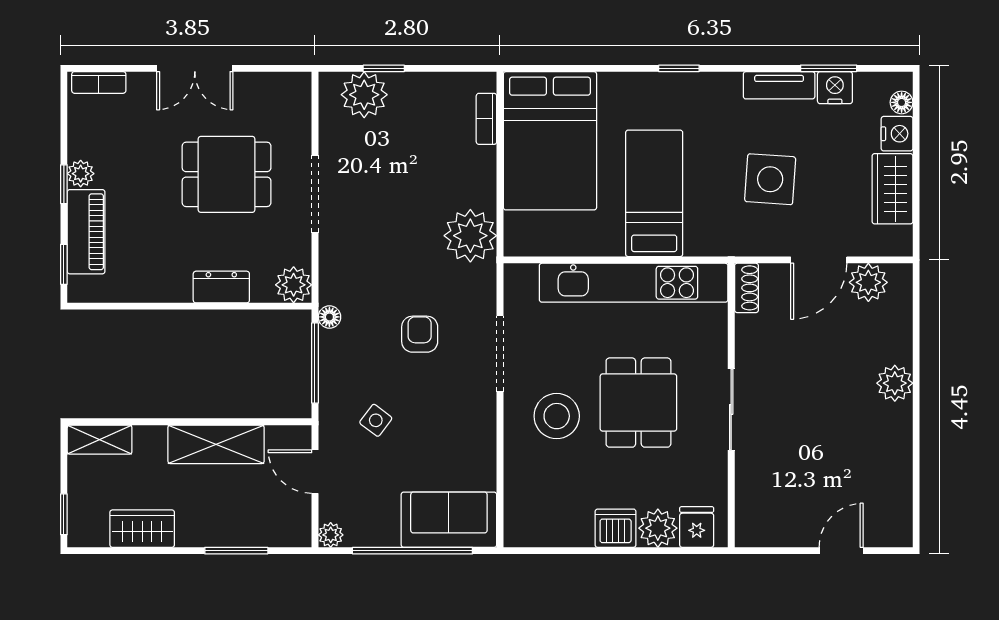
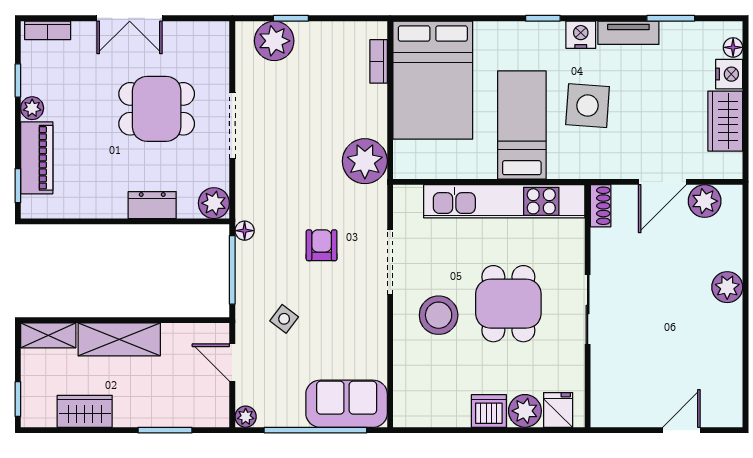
nightstand: (835, 88) -> (581, 35), moved
side table: (770, 179) -> (588, 106), moved
window: (64, 184) -> (18, 81), moved
shelving: (216, 444) -> (119, 339), moved

